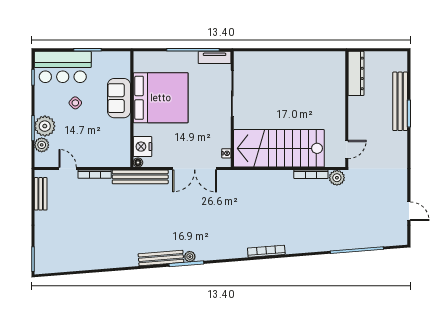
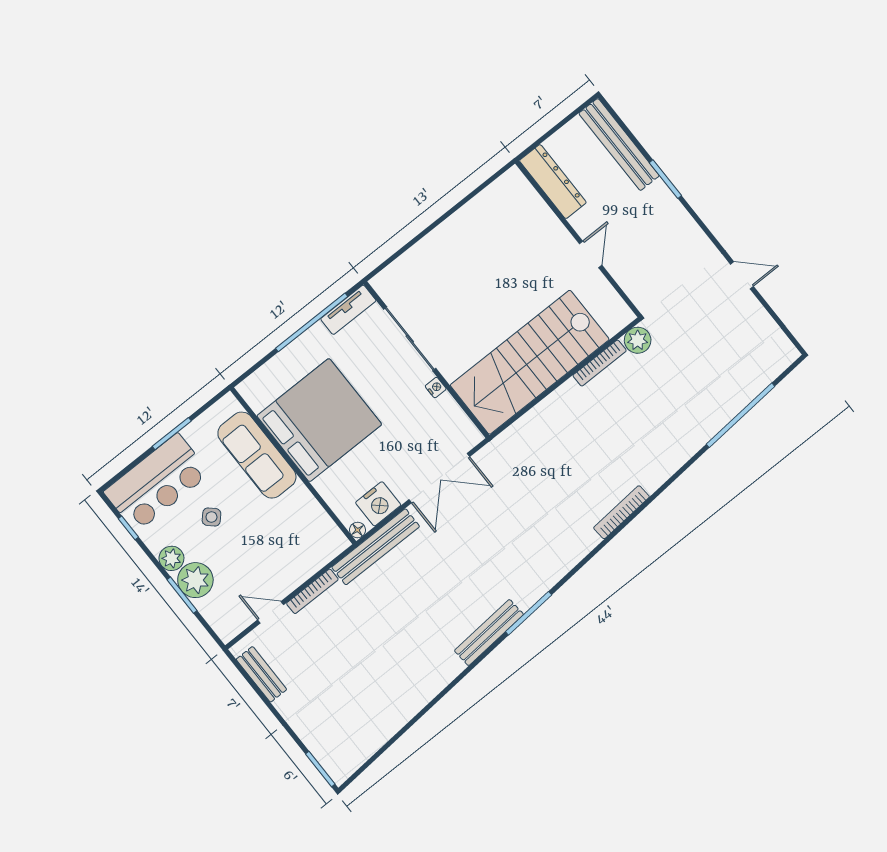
sofa: (119, 98) -> (257, 455), width x1.36
bench: (400, 101) -> (619, 144), moved
plant: (42, 145) -> (171, 558), moved
nightstand: (142, 147) -> (378, 504), moved, turned -90
door: (347, 150) -> (591, 254), moved
nightstand: (226, 153) -> (436, 388), moved
door: (409, 211) -> (742, 275), moved
plant: (190, 257) -> (526, 600), removed

